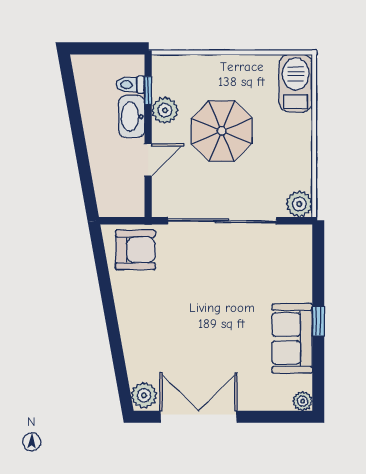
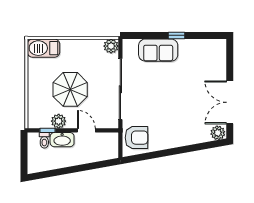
armchair: (135, 250) -> (137, 138), turned 90
sofa: (292, 338) -> (158, 50), moved
plant: (303, 401) -> (221, 44), removed

